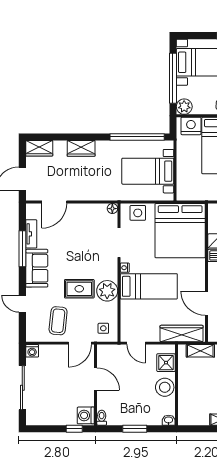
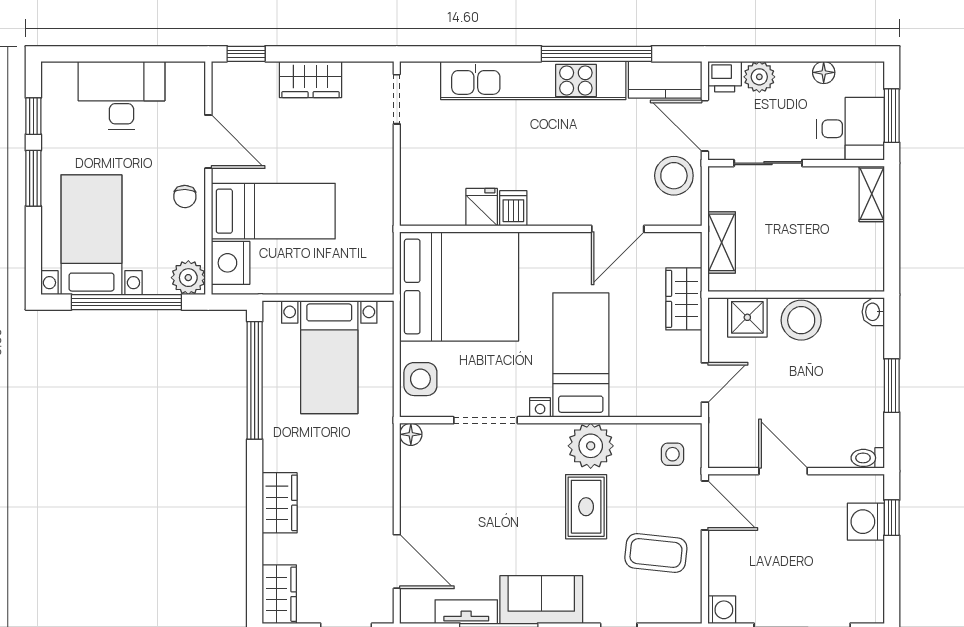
wardrobe: (182, 333) -> (684, 299), width x0.67
door: (96, 379) -> (783, 471), hinge flipped
washing machine: (86, 415) -> (866, 522), moved, turned 90

